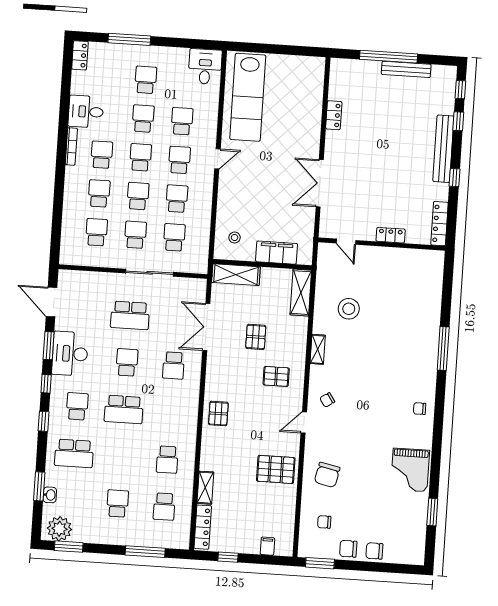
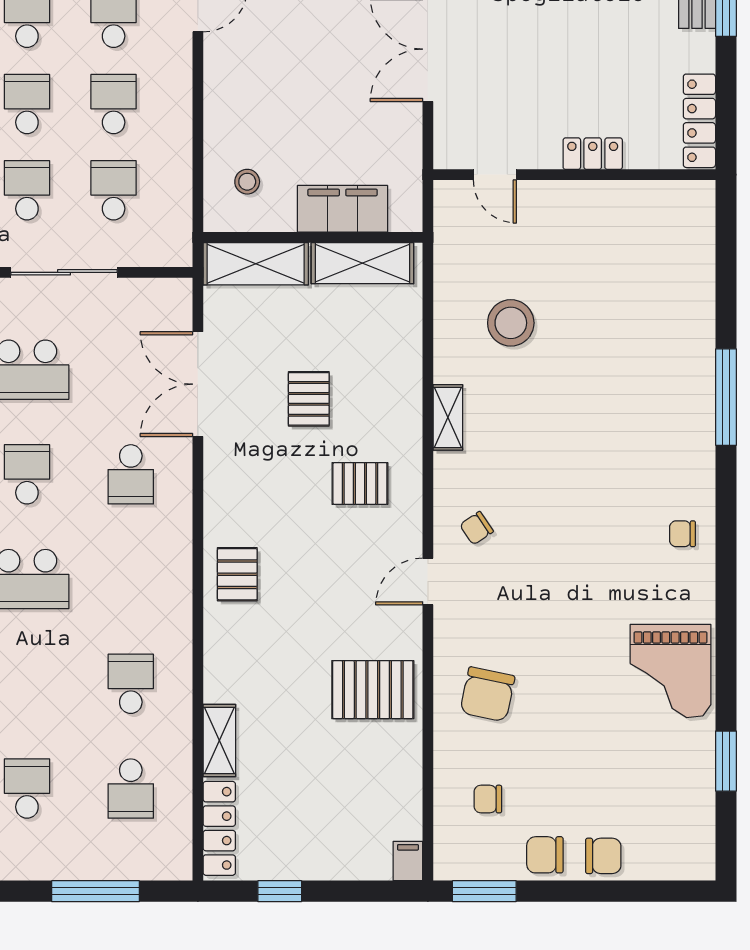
shelving: (301, 293) -> (362, 263), moved, turned 90
school desk: (167, 460) -> (131, 684), turned 180
filing cabinet: (267, 546) -> (408, 861), moved
chair: (374, 551) -> (603, 856), turned 180

